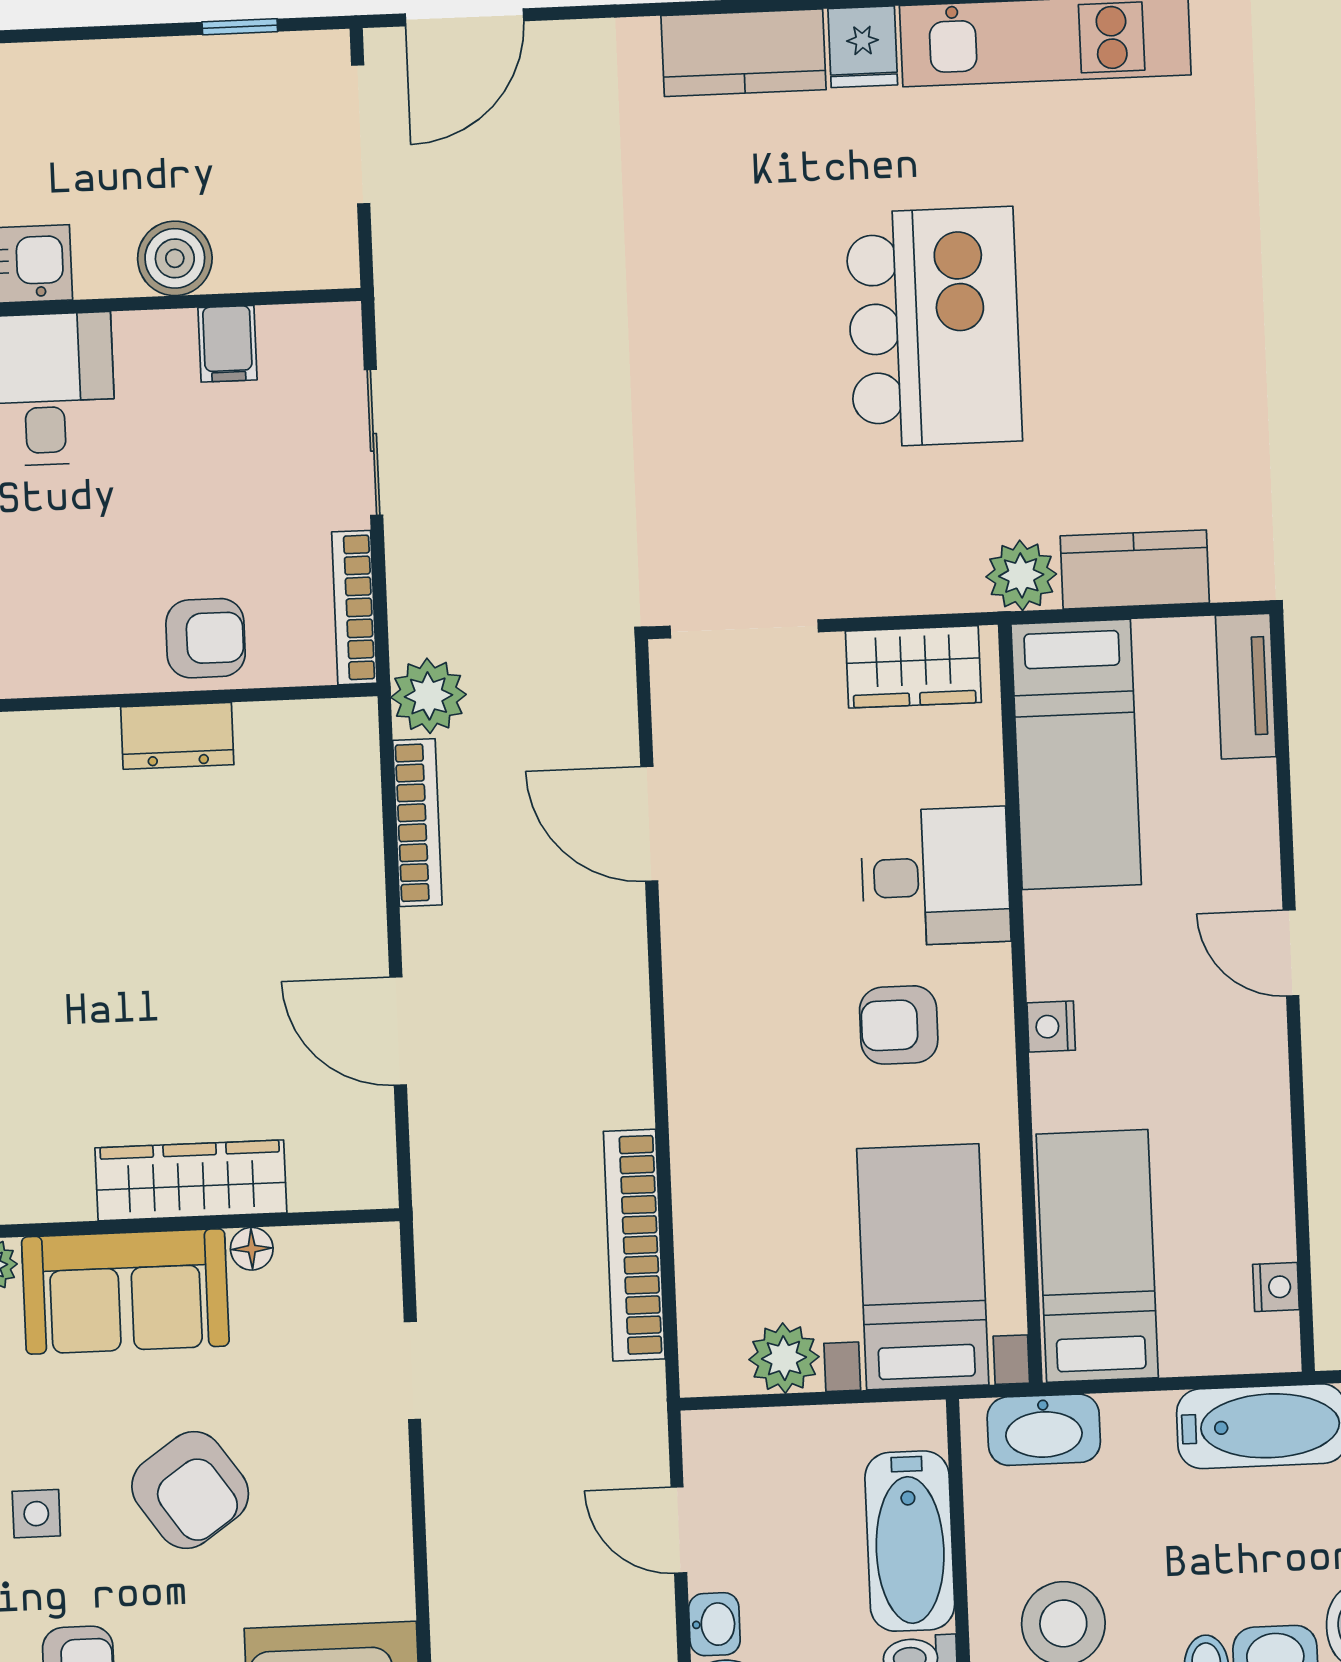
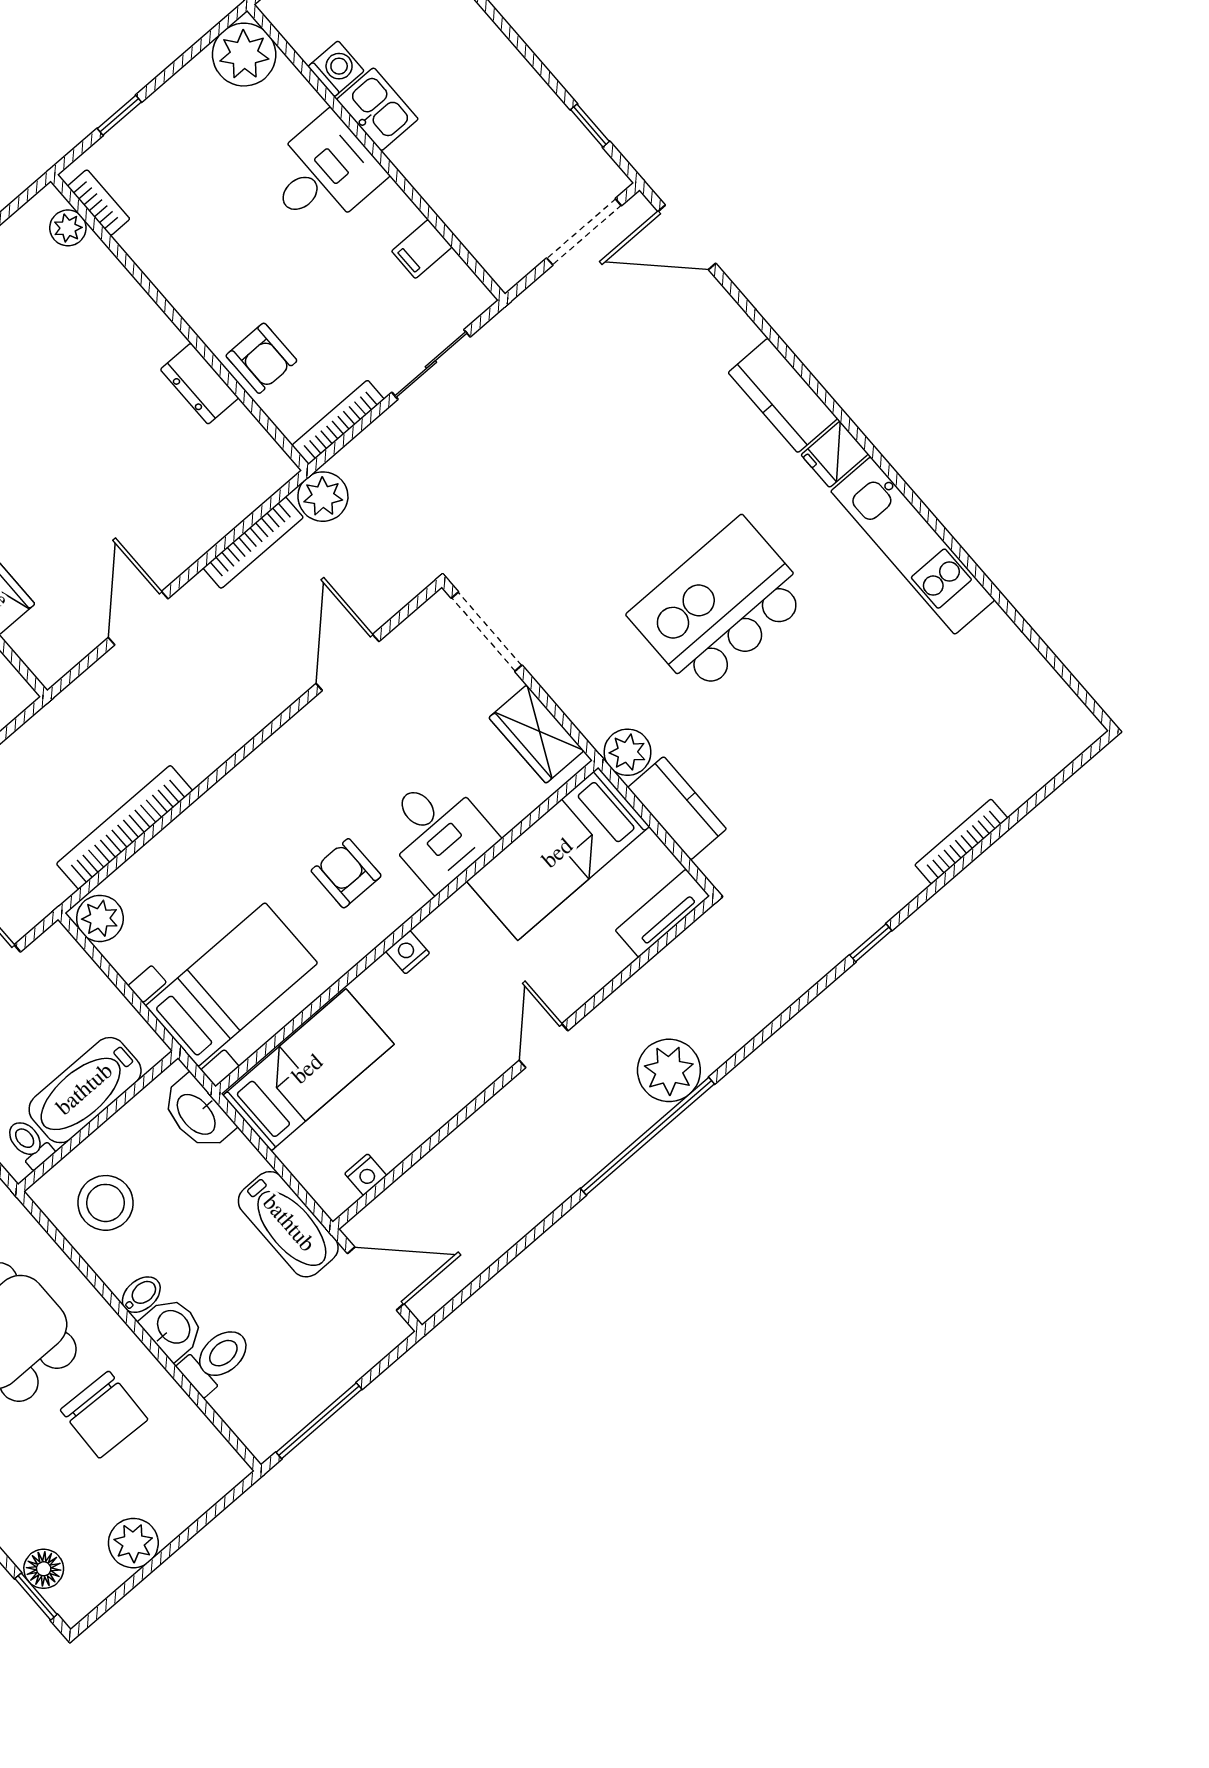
boiler: (175, 258) -> (444, 187), removed
kitchen island: (934, 327) -> (720, 606), turned 180
plant: (784, 1358) -> (100, 918), moved

